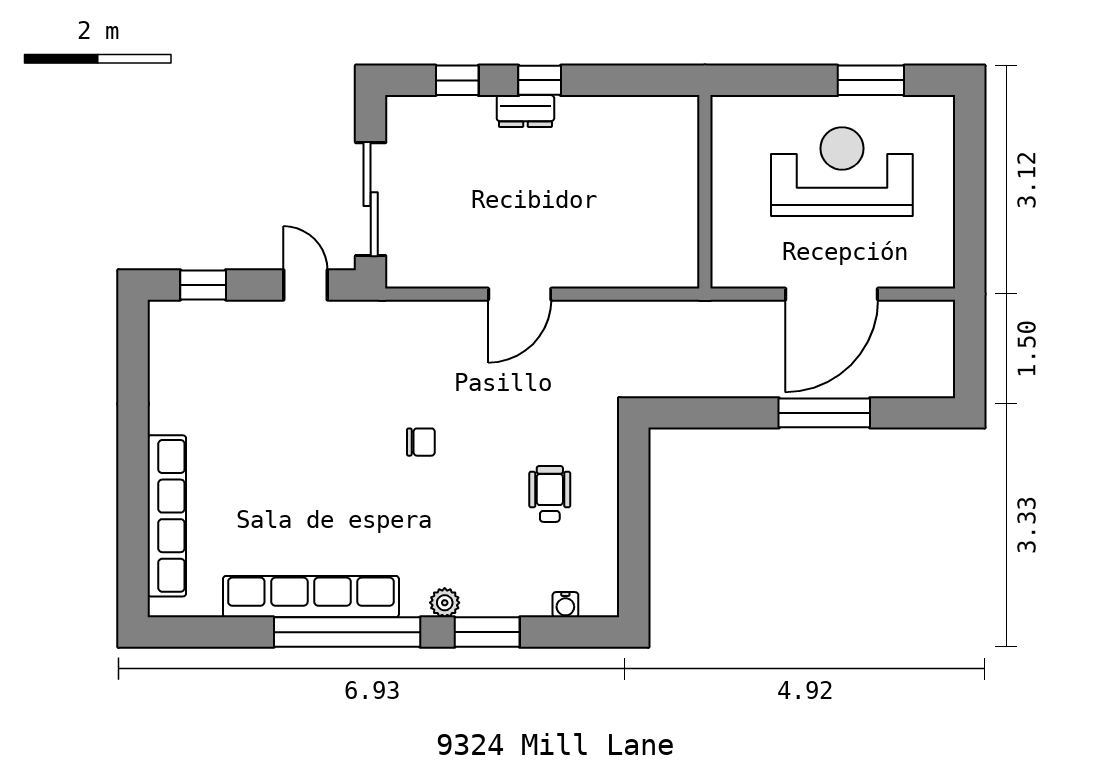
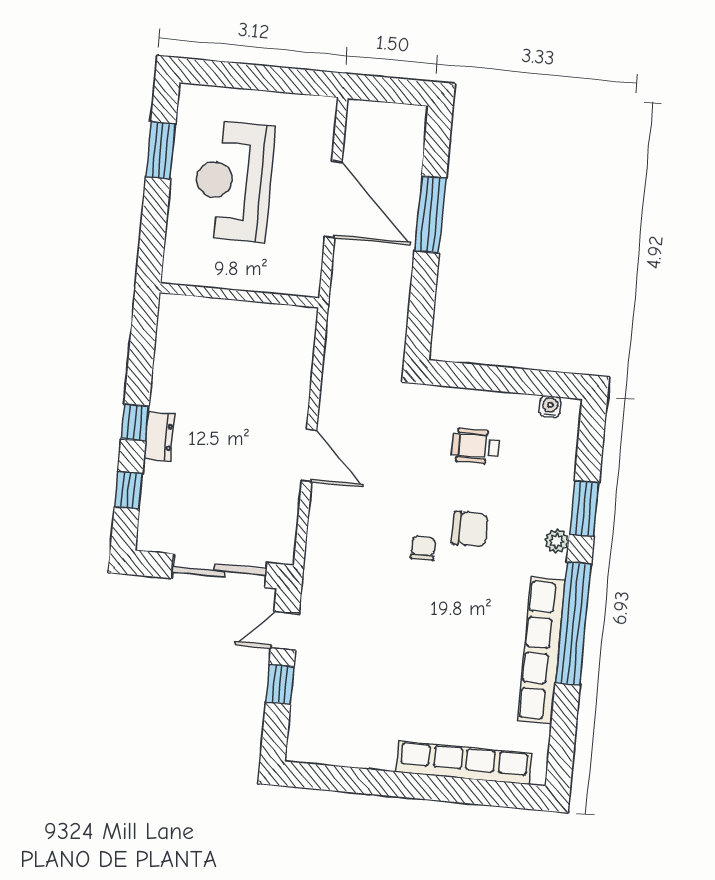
window: (203, 285) -> (280, 684), moved
chair: (449, 497) -> (470, 529), added
water cooler: (565, 605) -> (550, 407), moved, turned -90

